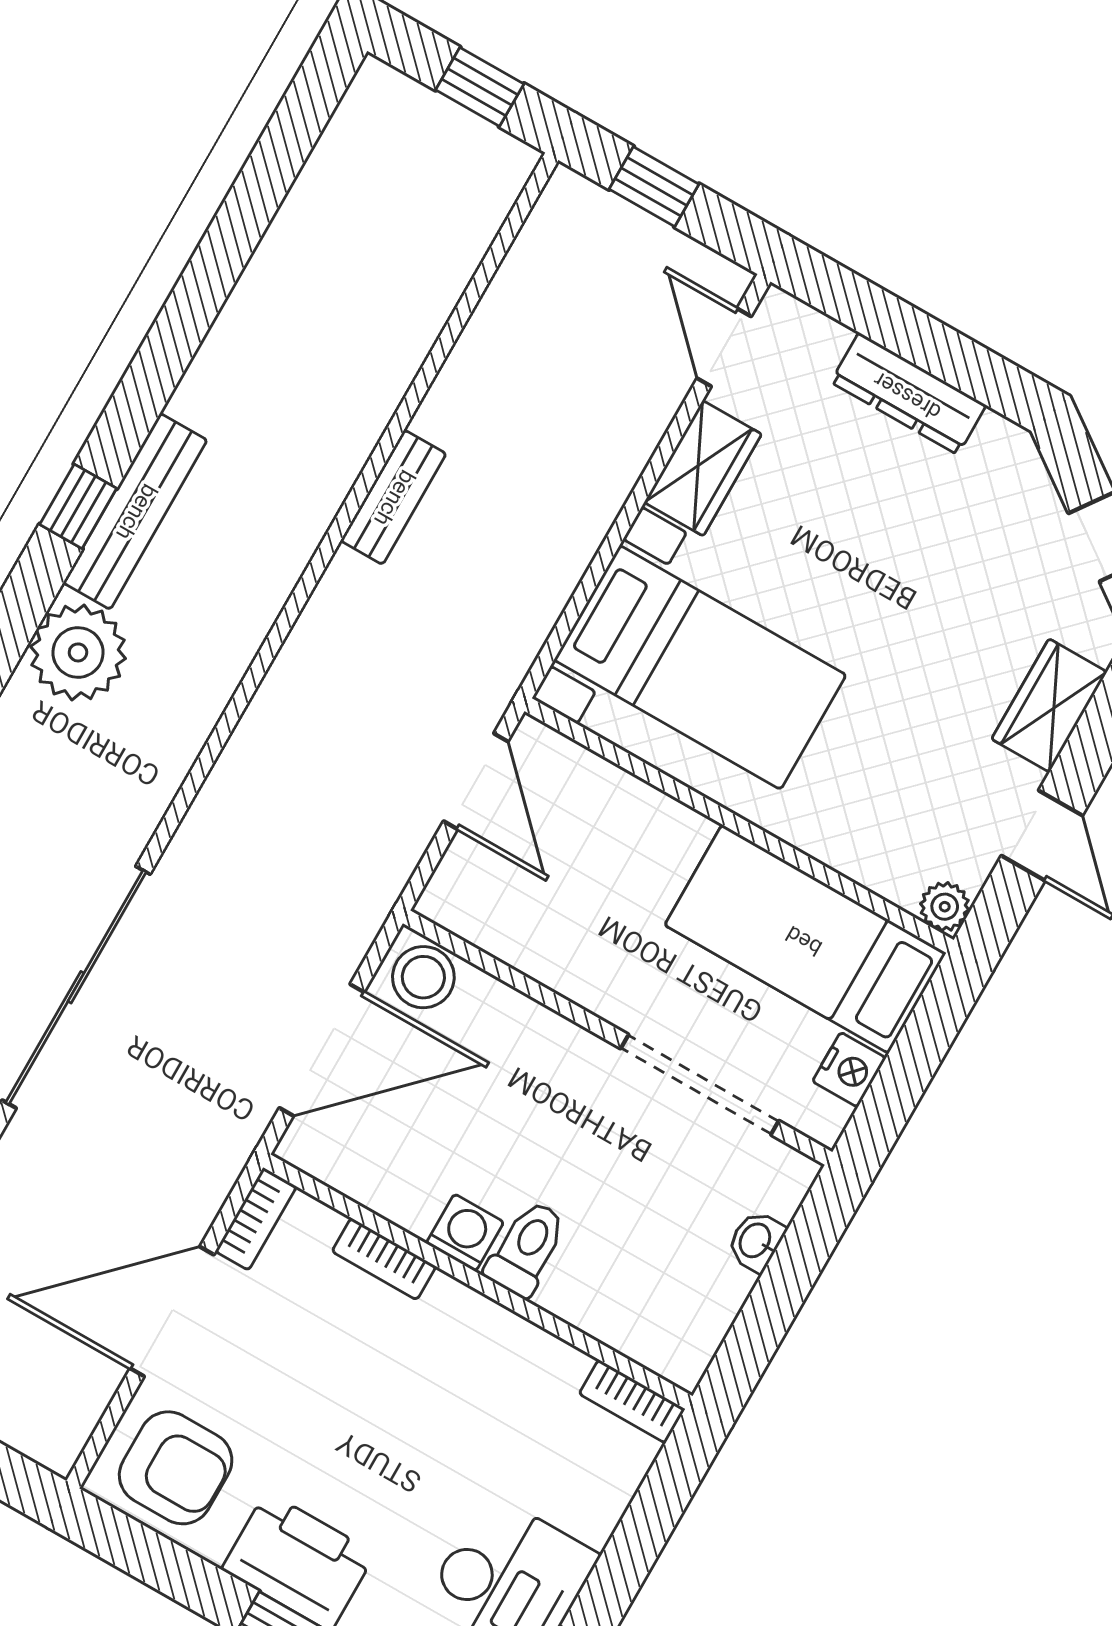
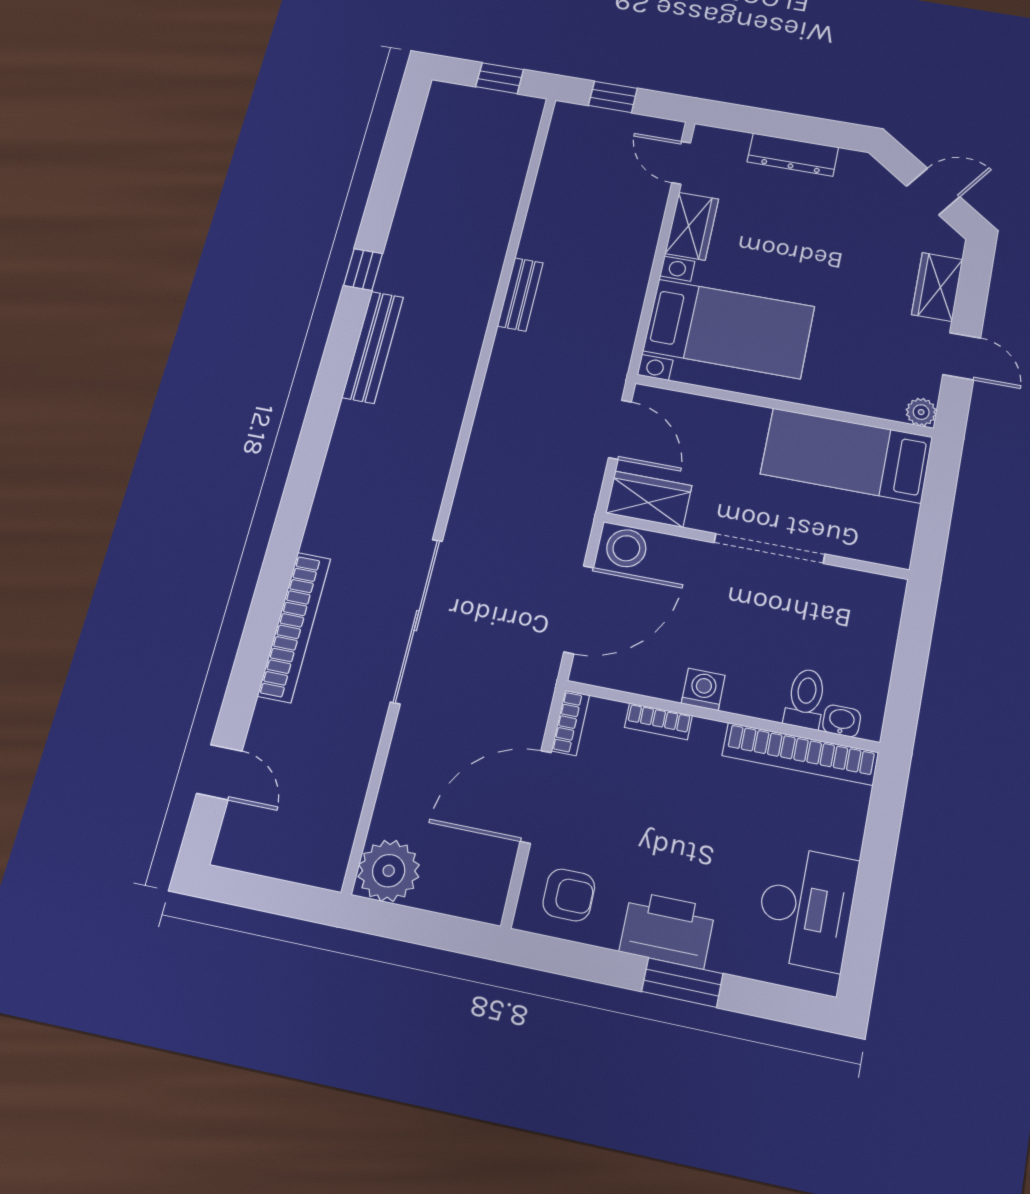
window: (78, 506) -> (363, 269), moved
plant: (78, 652) -> (362, 432), removed
wardrobe: (483, 910) -> (649, 499), added
nightstand: (849, 1070) -> (901, 520), removed
doorway: (700, 1085) -> (769, 548), moved
washbasin: (756, 1241) -> (842, 721), moved, turned 90
toilet: (526, 1248) -> (805, 699), moved
bookcase: (632, 1401) -> (800, 754), width x2.31, depth x1.31
armchair: (176, 1468) -> (569, 895), width x0.72, depth x0.72

